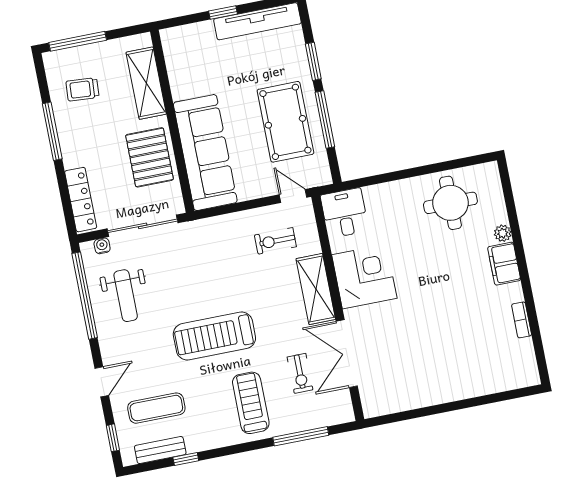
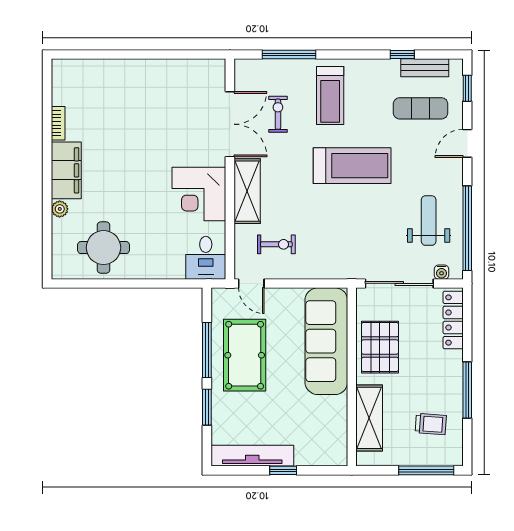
filing cabinet: (504, 264) -> (66, 170), width x1.50, depth x1.17

